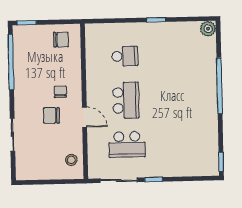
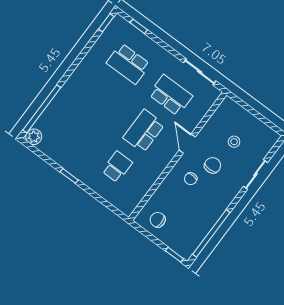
school desk: (125, 56) -> (117, 167), turned 90
window: (219, 86) -> (42, 109), moved
chair: (51, 115) -> (213, 165), turned -91
school desk: (179, 143) -> (128, 64), added
stool: (71, 160) -> (234, 142), moved
window: (154, 180) -> (139, 26), moved

